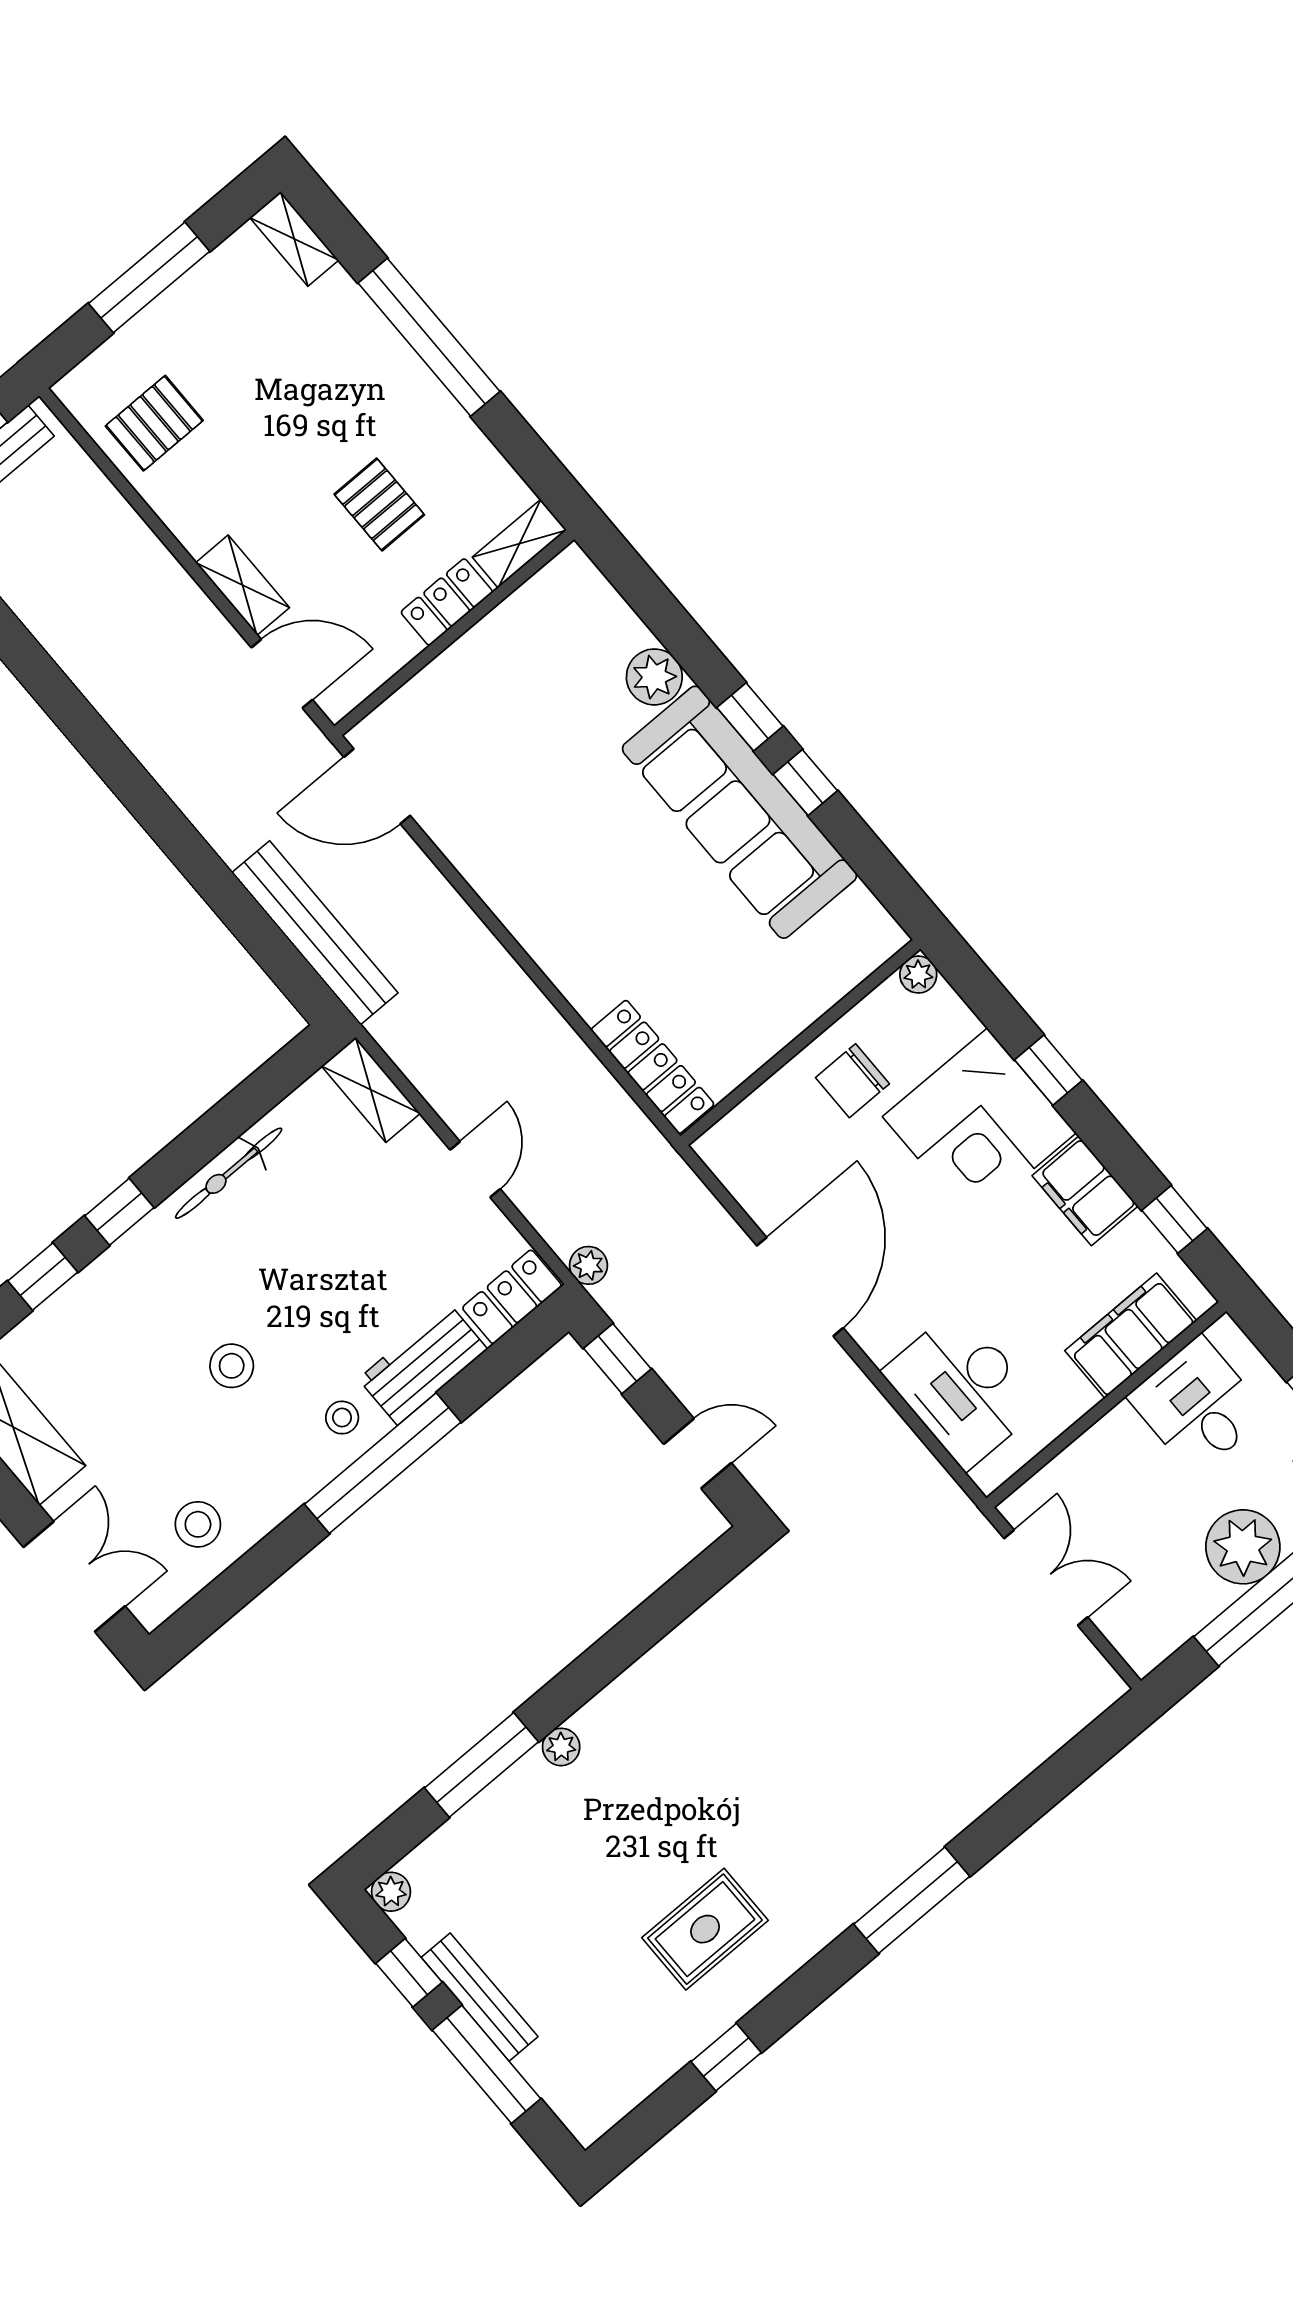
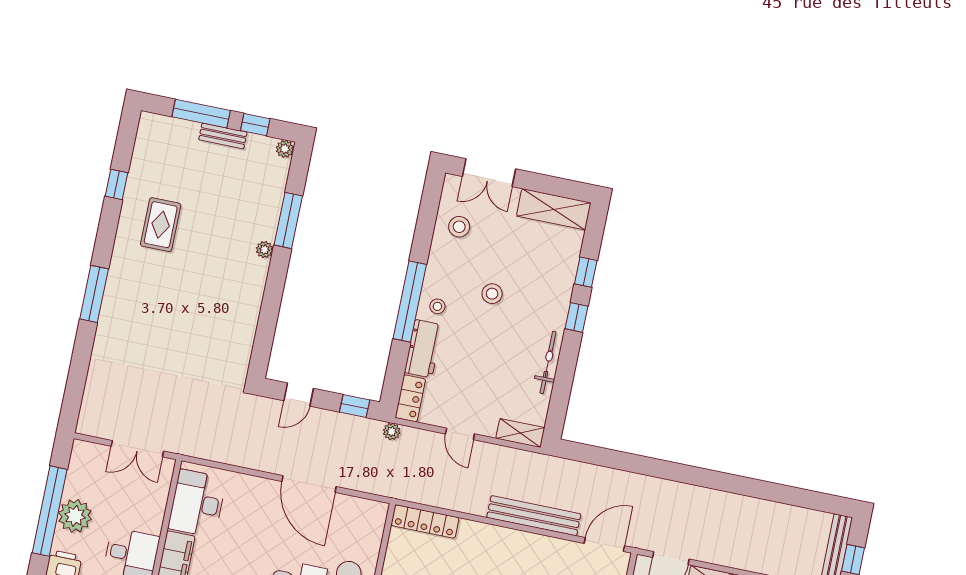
bench: (315, 933) -> (534, 516), moved
desk: (962, 1389) -> (197, 503), moved, turned -90
bench: (480, 1997) -> (223, 136), width x0.73

